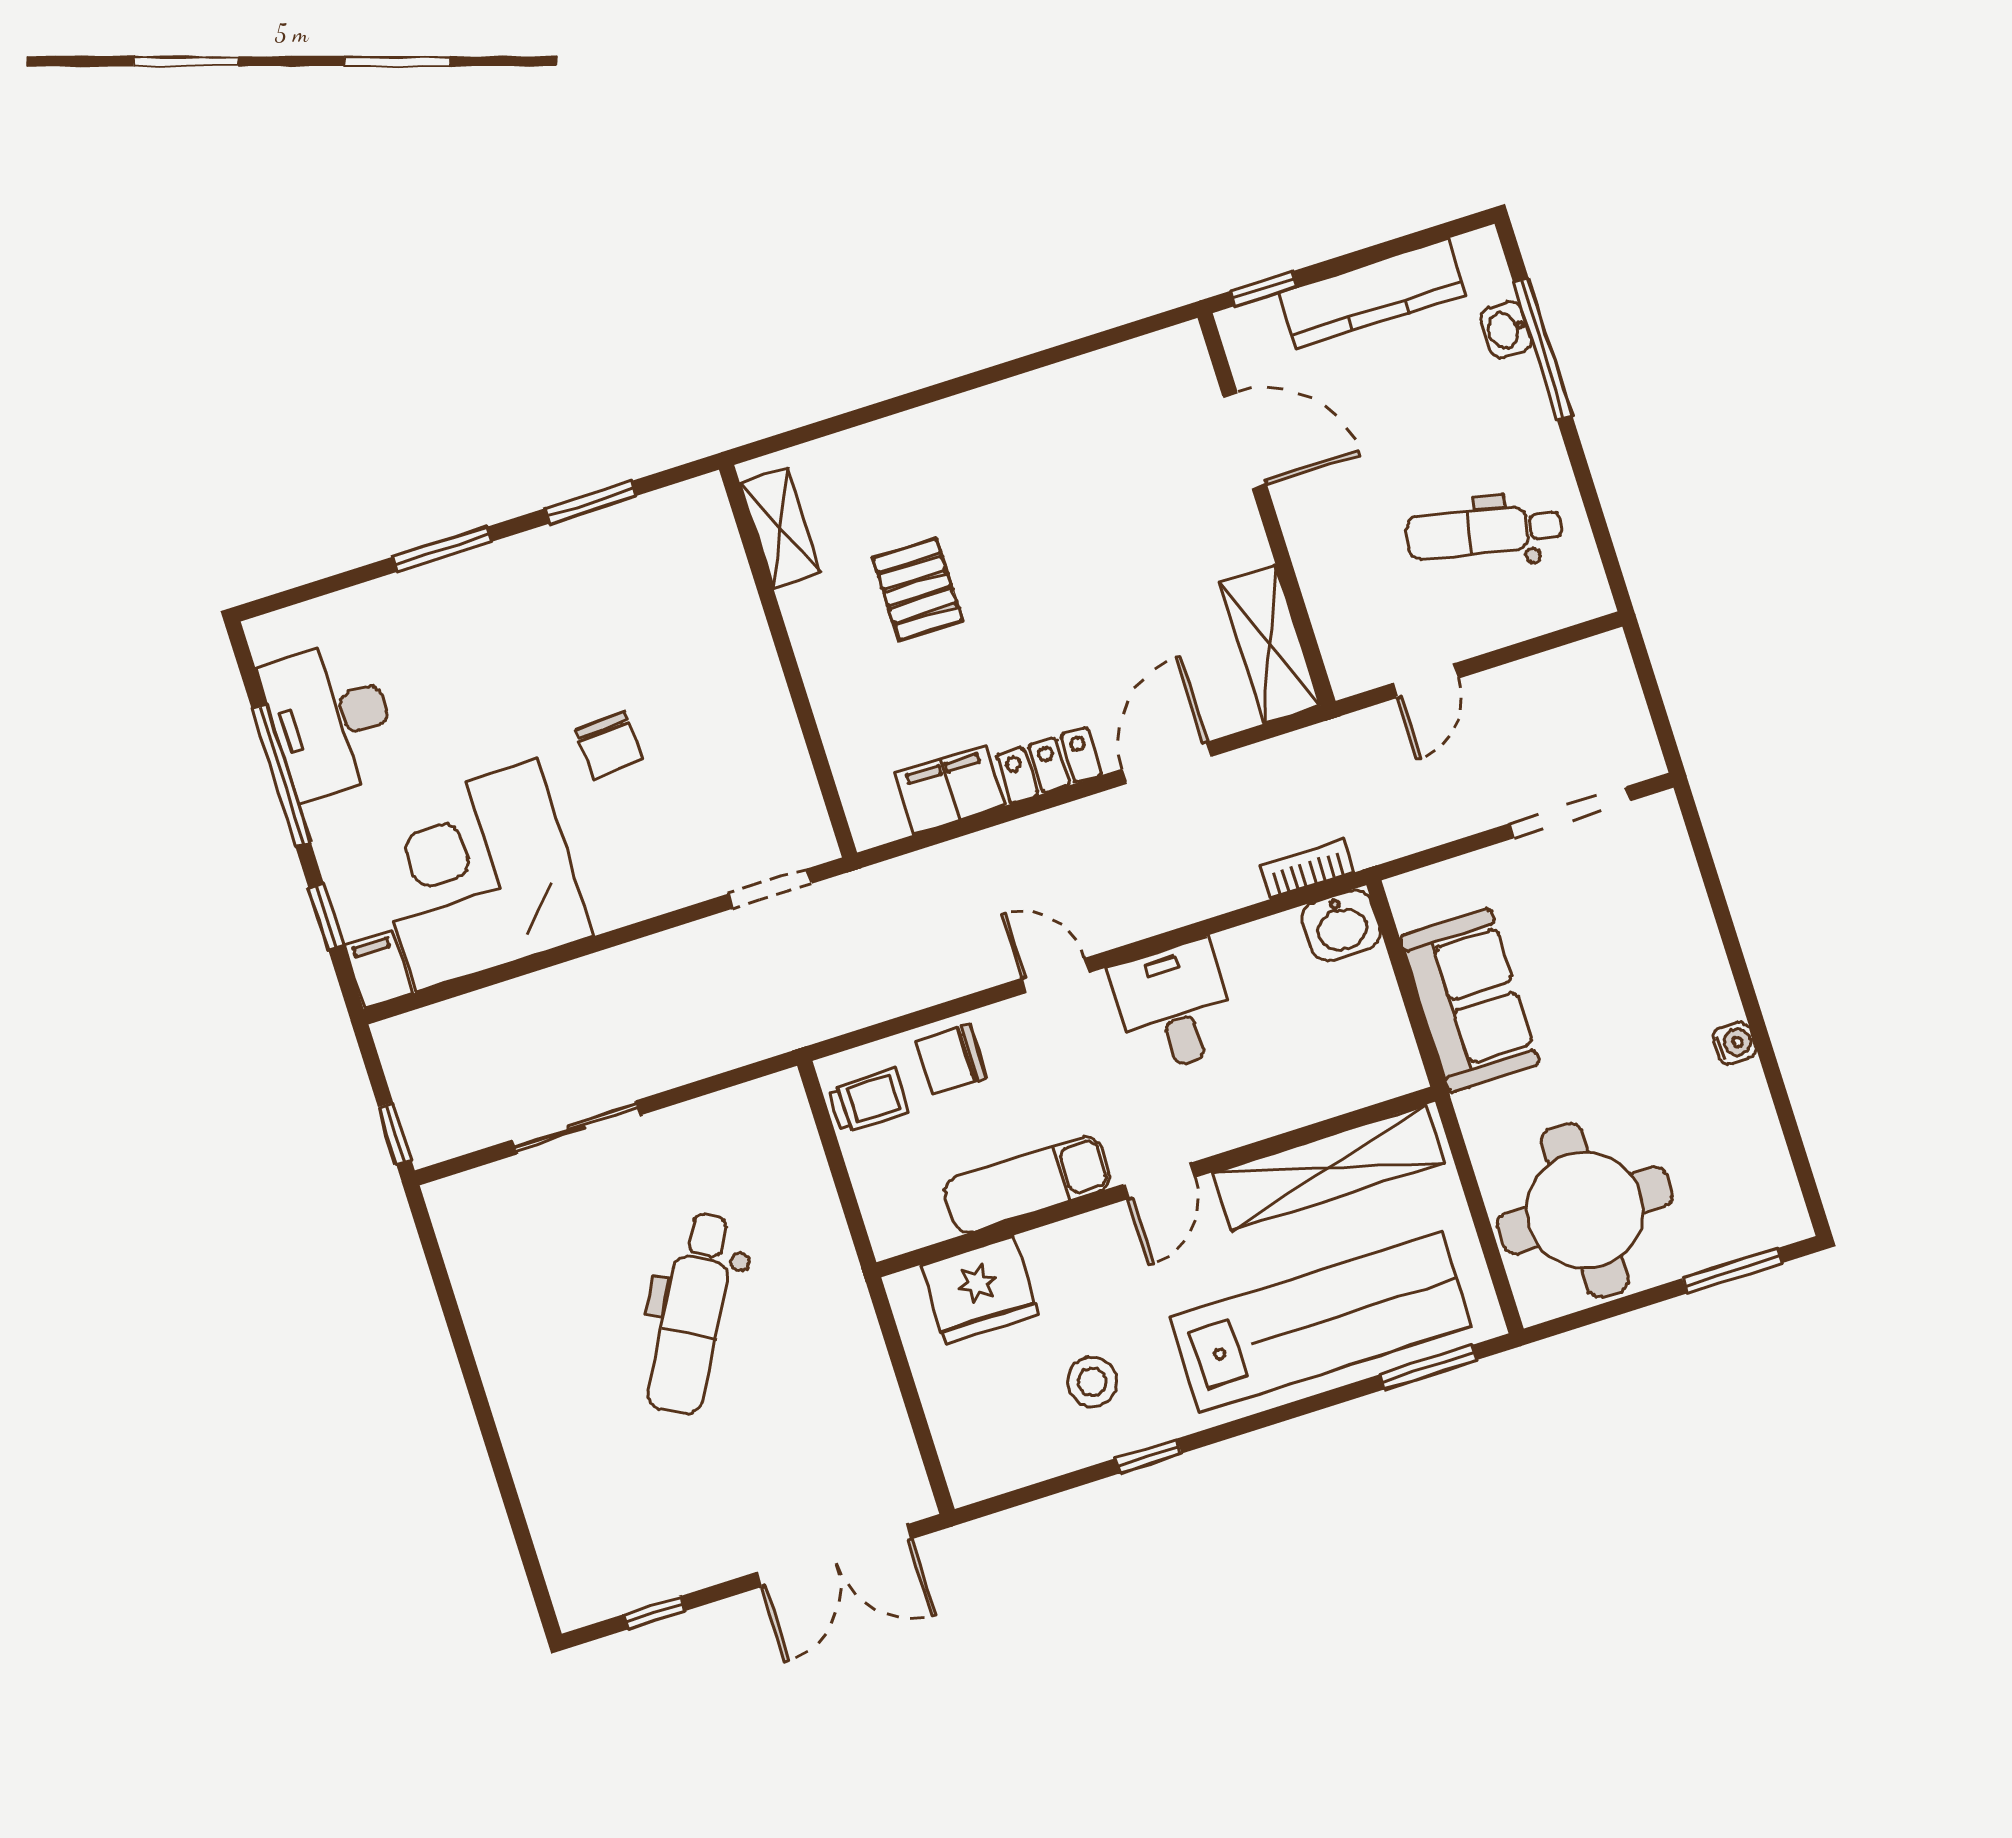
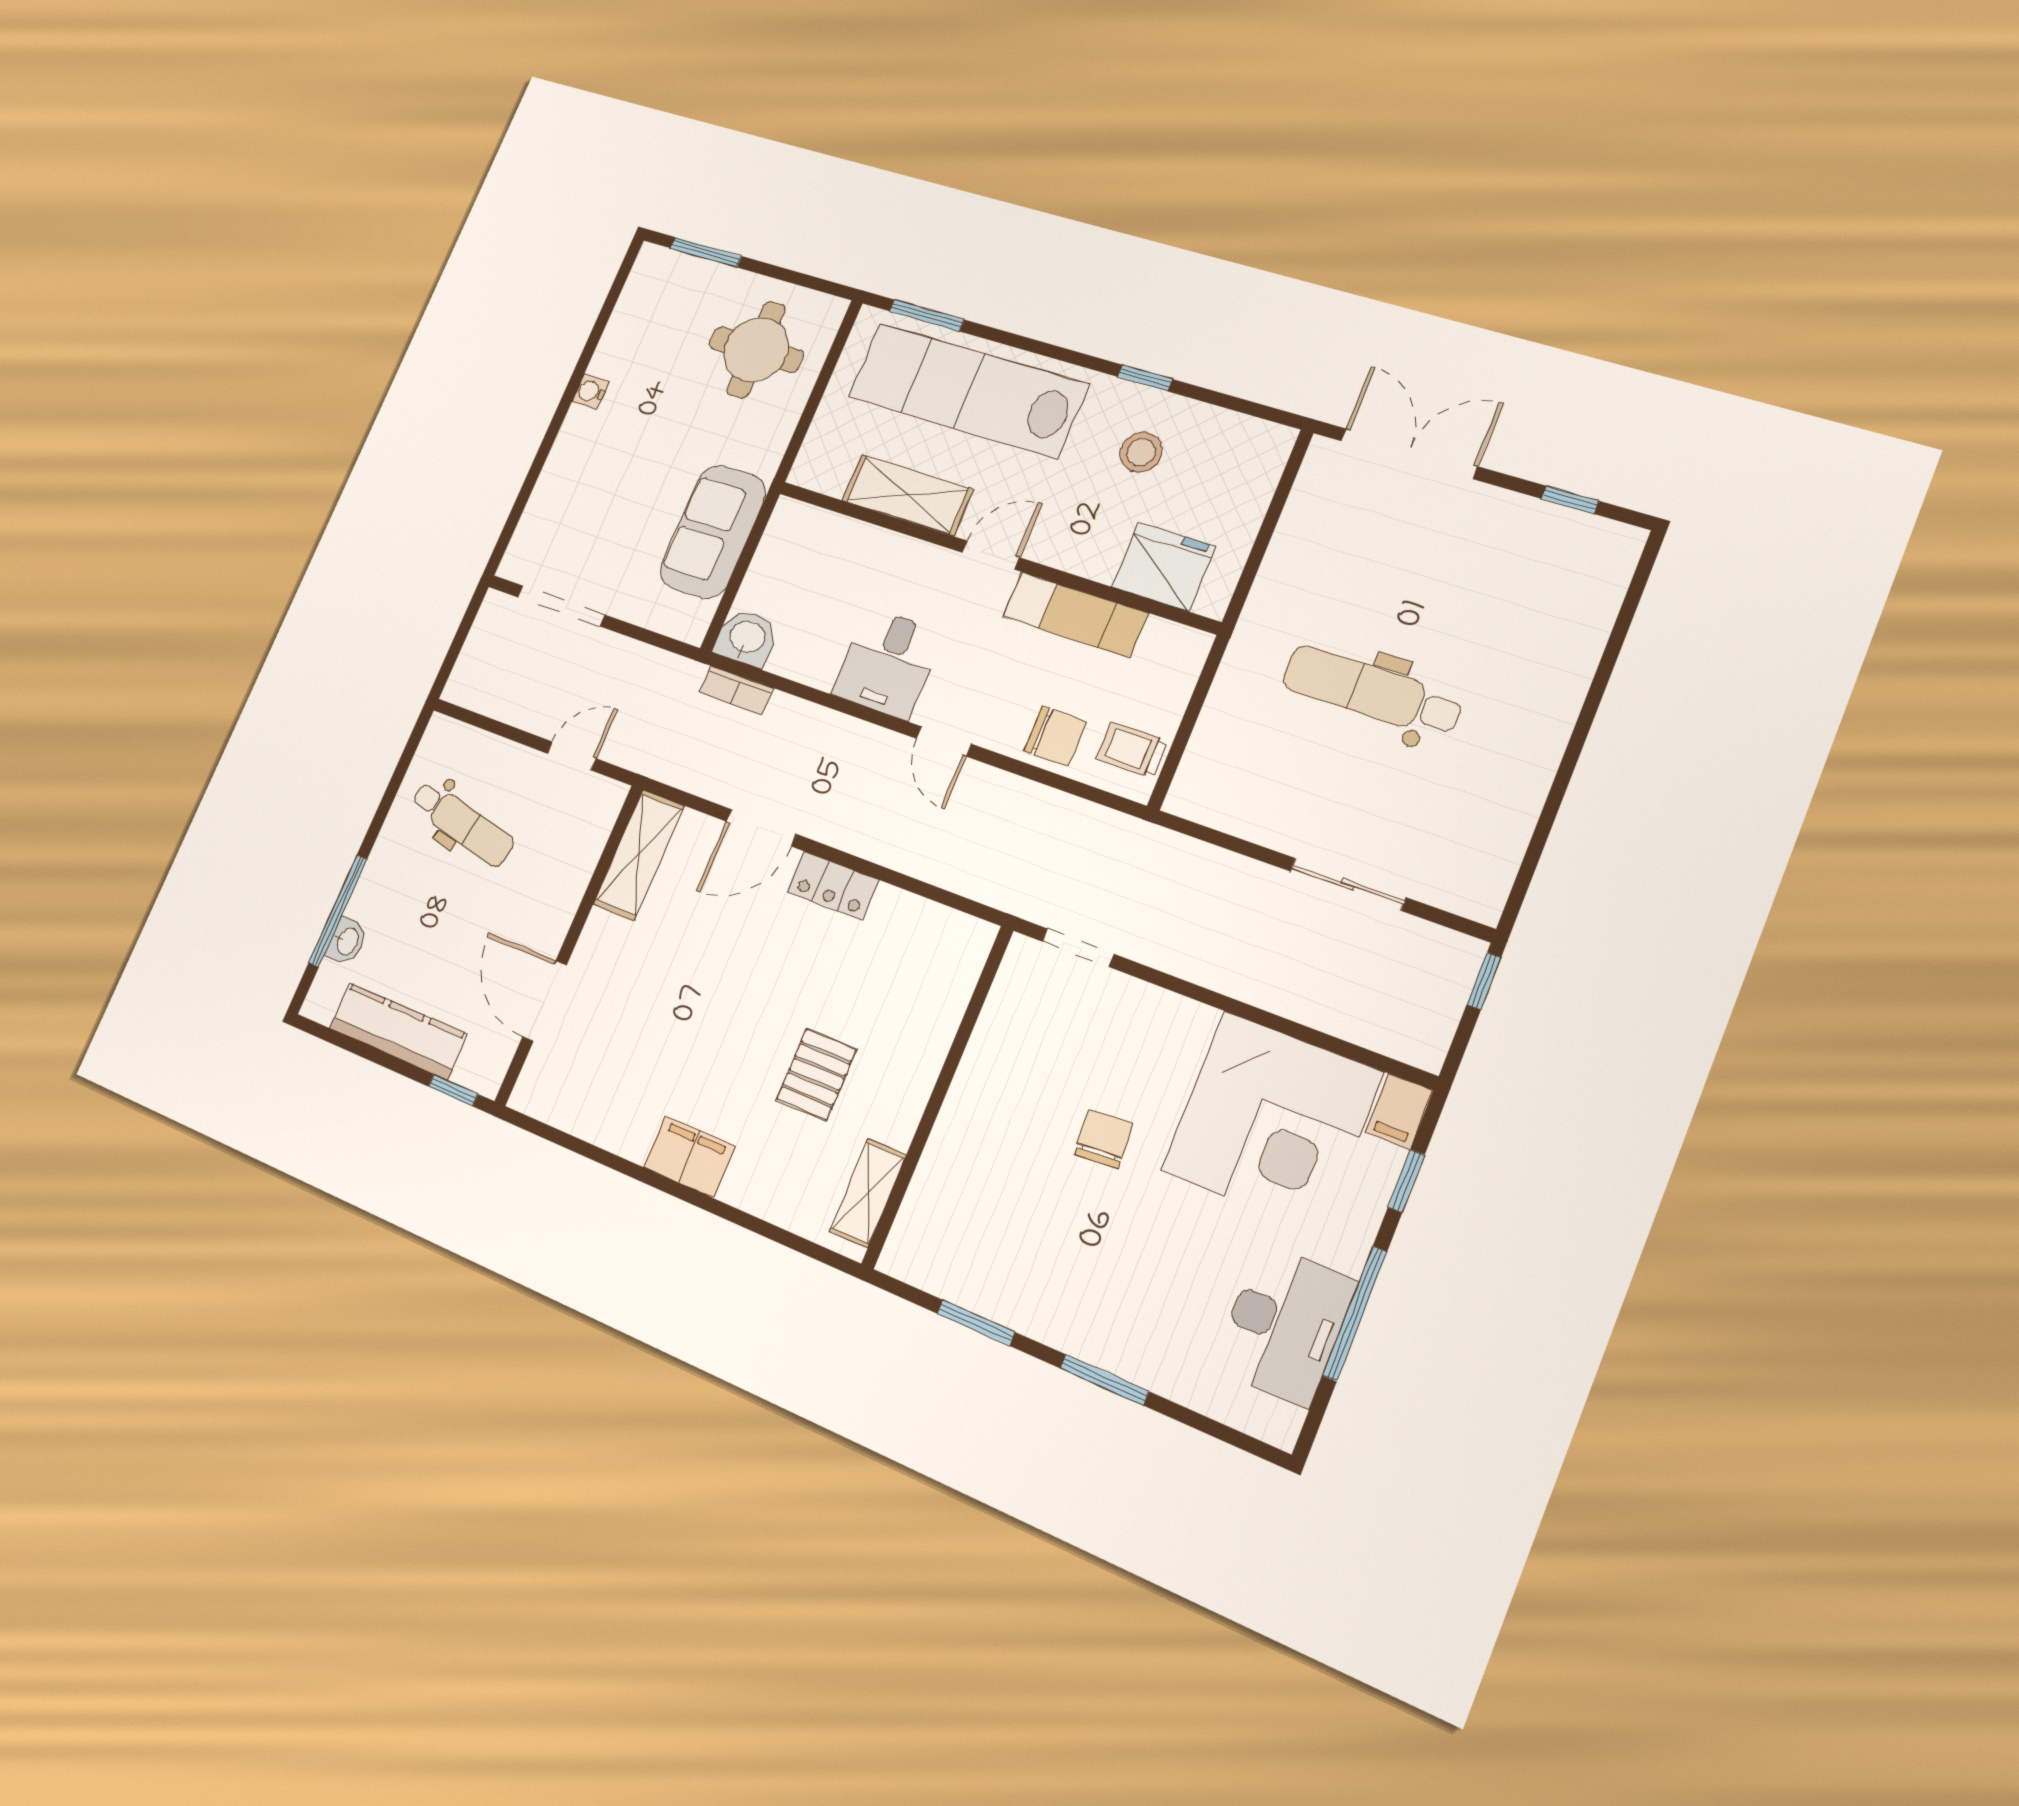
filing cabinet: (950, 790) -> (689, 1157), moved, turned 180
shelving: (1328, 1168) -> (907, 495), width x0.68
round table: (1585, 1210) -> (756, 350), width x0.73, depth x0.73
dental chair: (692, 1313) -> (1372, 692), turned -119

